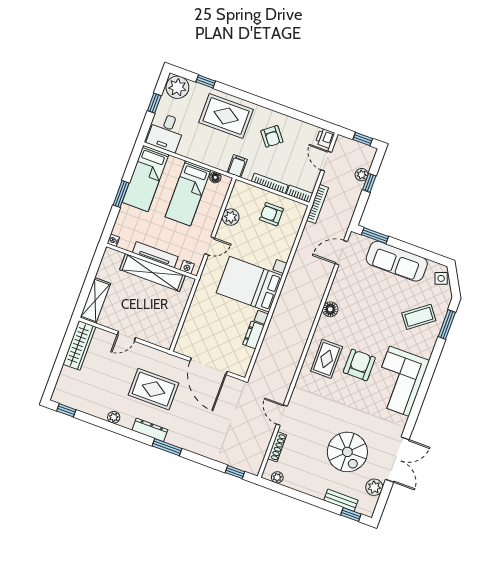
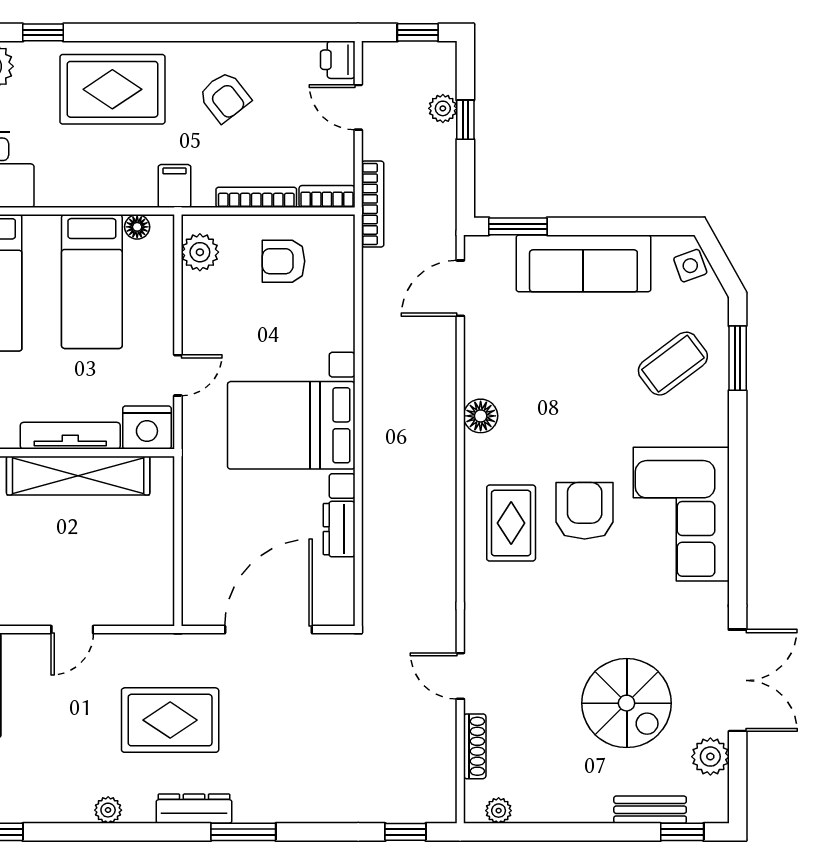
plant: (231, 217) -> (200, 252), moved
nightstand: (187, 267) -> (147, 428), width x1.89, depth x1.79
door: (209, 366) -> (268, 630), swing flipped

